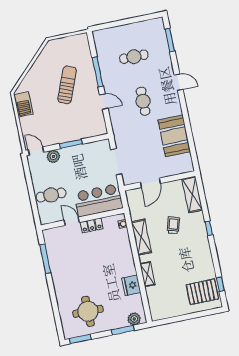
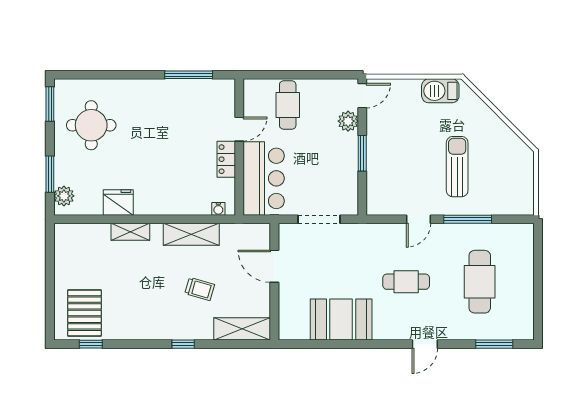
cafe table: (134, 57) -> (480, 282), width x1.37, depth x1.35
sun lounger: (67, 85) -> (457, 167), turned -112

